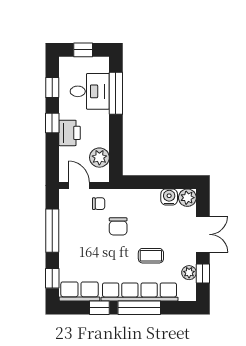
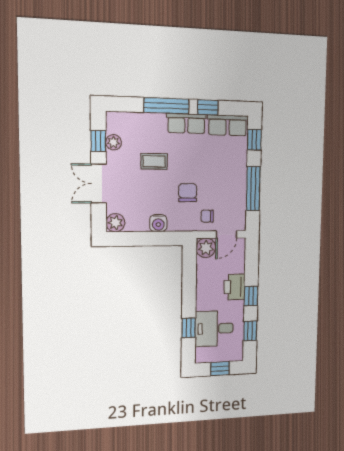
window: (116, 93) -> (189, 328), width x0.46
plant: (99, 158) -> (206, 248), moved
door: (79, 186) -> (226, 234), hinge flipped
water cooler: (169, 197) -> (158, 223), moved
row of seats: (139, 292) -> (186, 123), width x0.50

